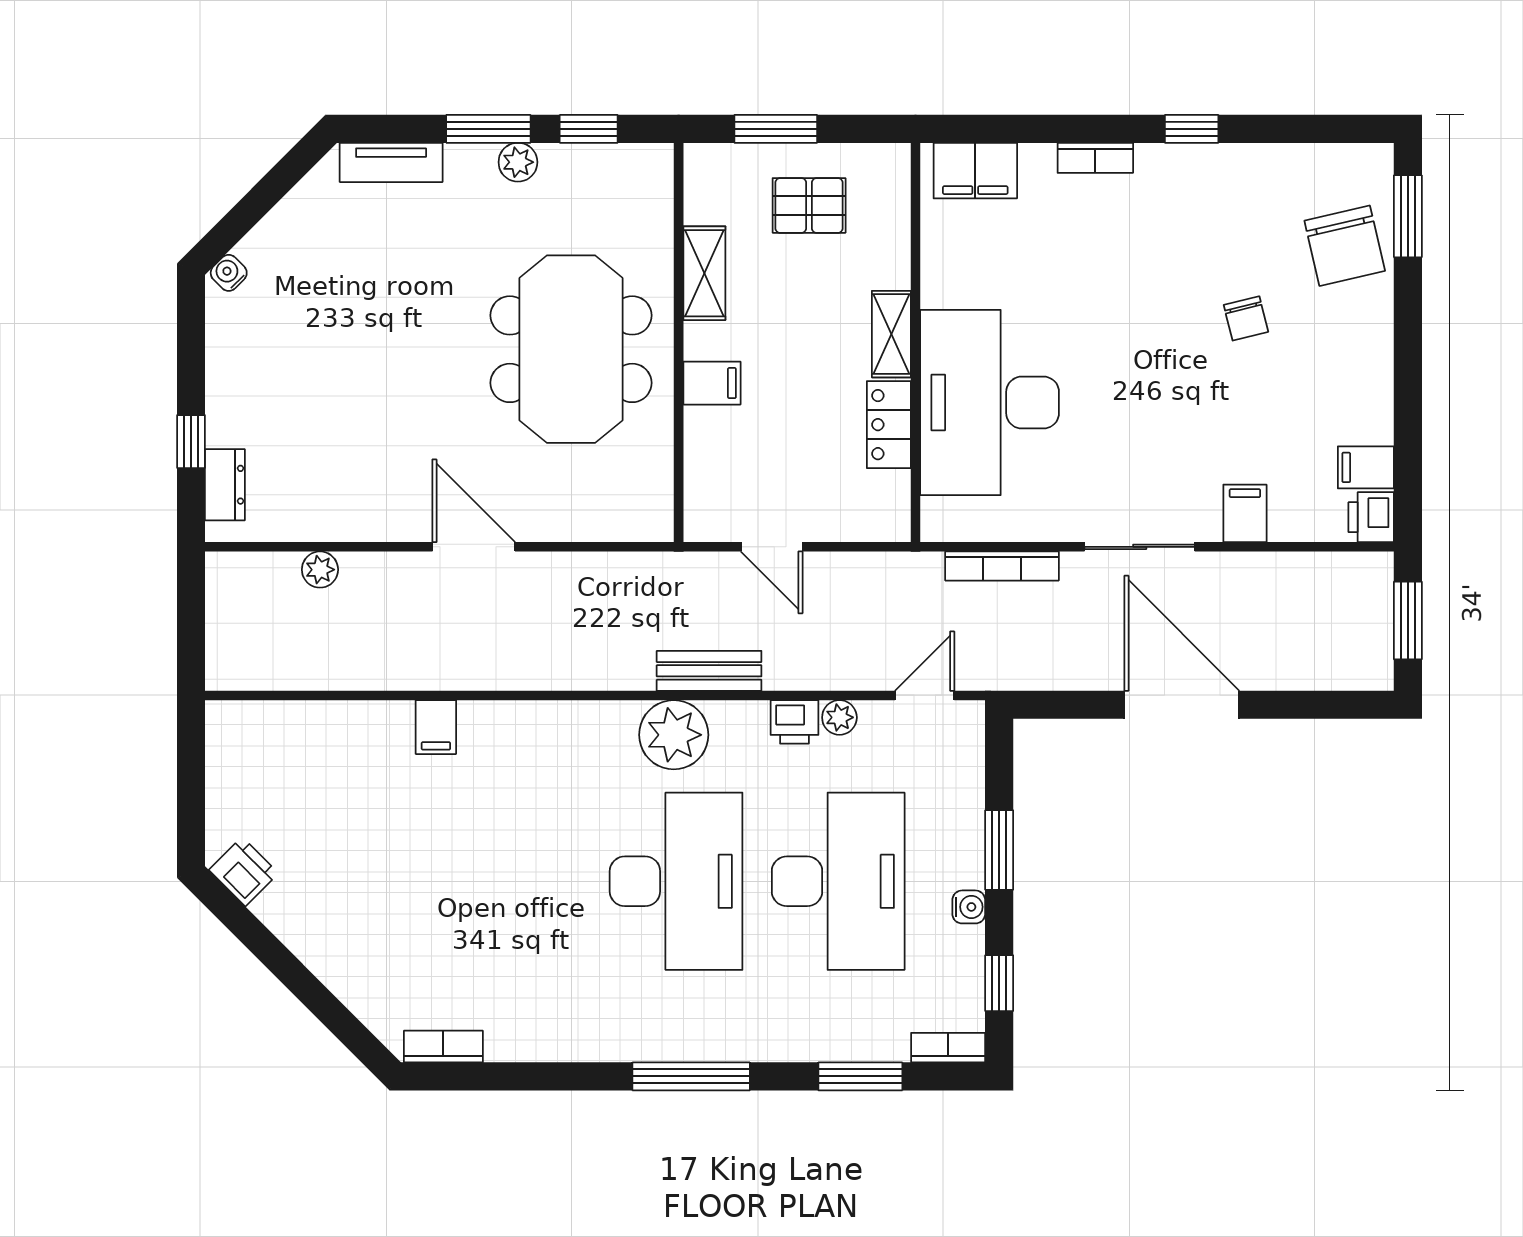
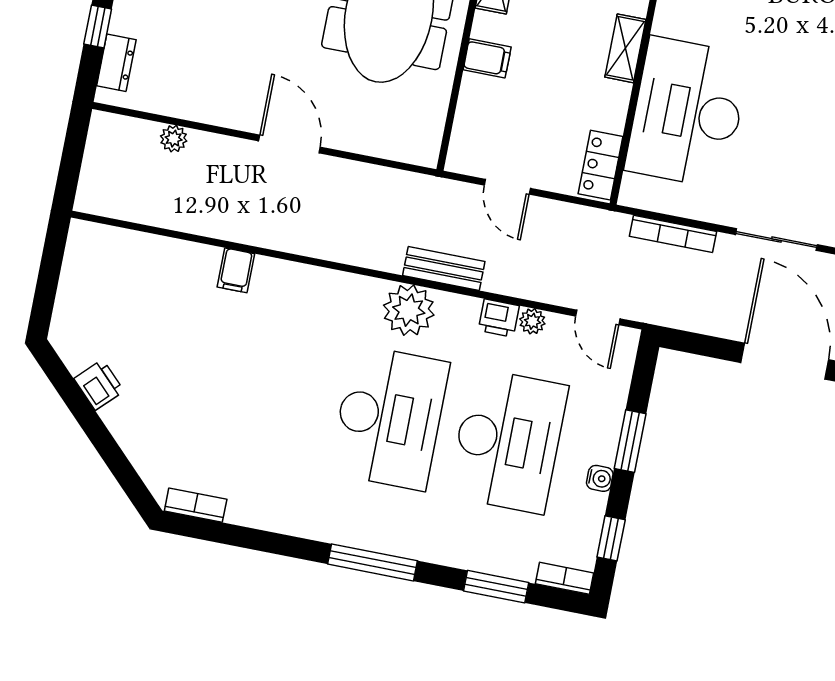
locker: (889, 425) -> (601, 165), moved
door: (925, 695) -> (598, 317), swing flipped
printer: (244, 872) -> (99, 385), moved

